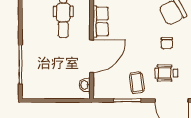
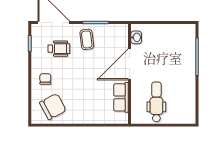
chair: (167, 43) -> (45, 79), moved

